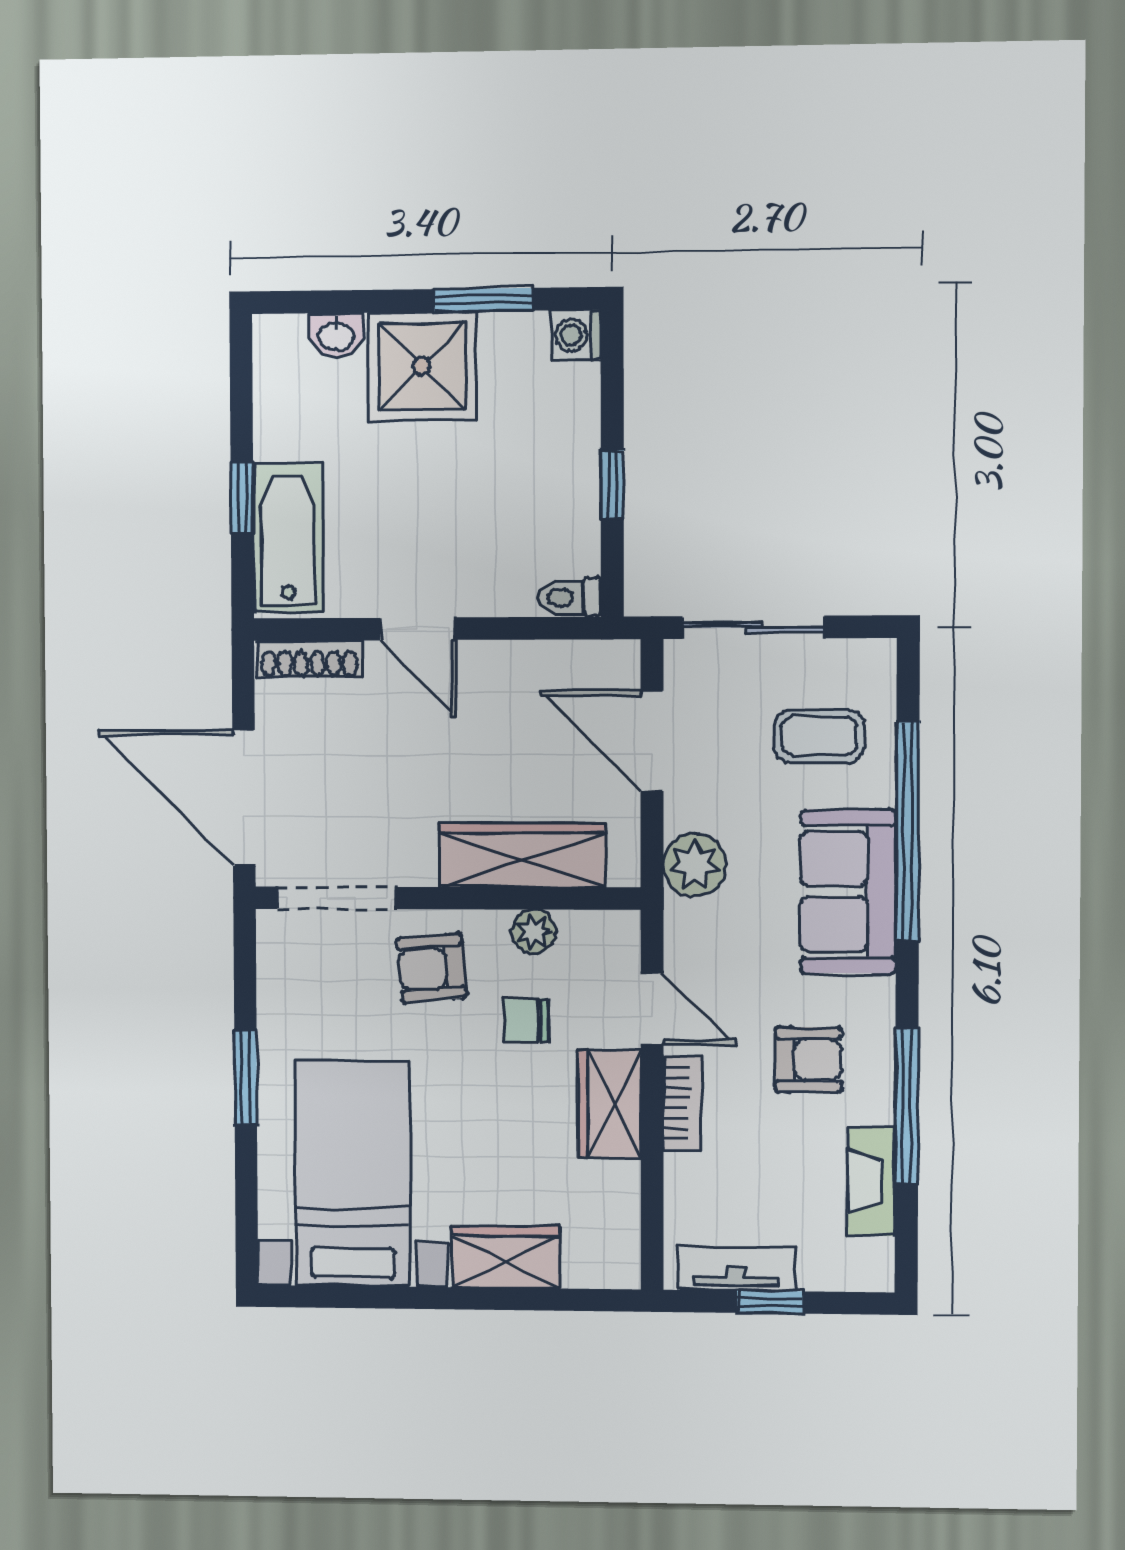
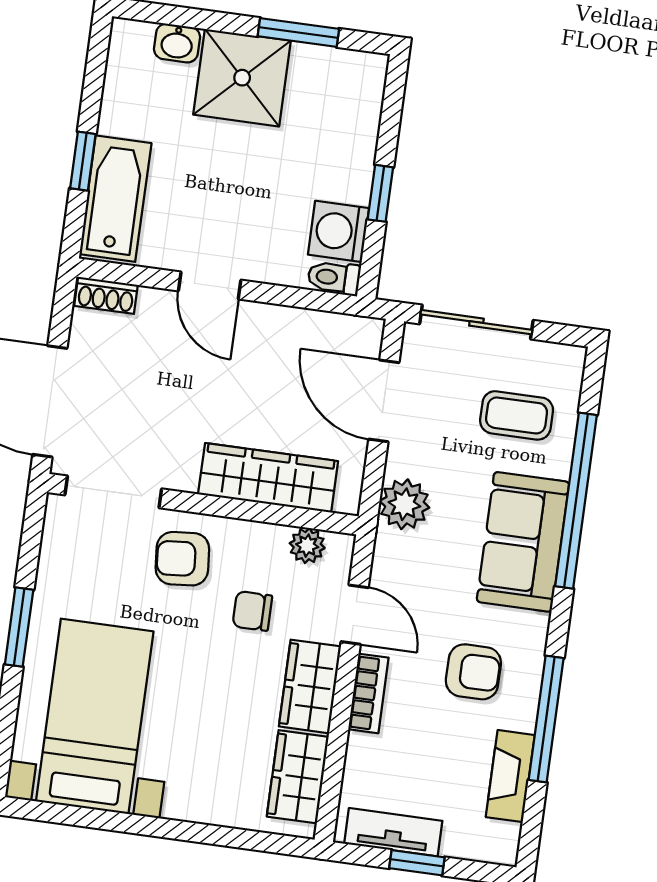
washing machine: (576, 335) -> (338, 231), moved, width x1.38, depth x1.38
shoe rack: (309, 659) -> (106, 295), width x0.70
plant: (534, 932) -> (307, 546), moved
wardrobe: (506, 1257) -> (298, 777), moved, turned -90

